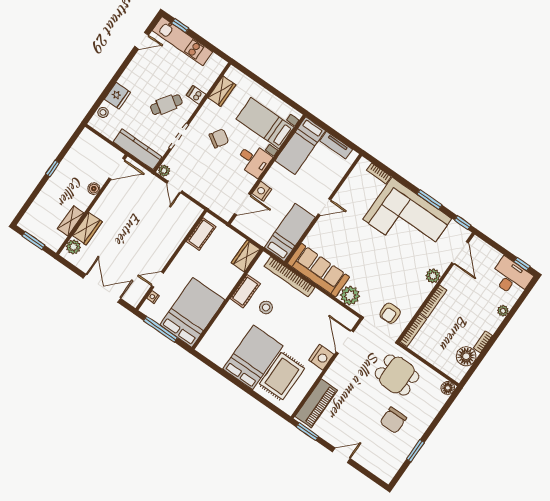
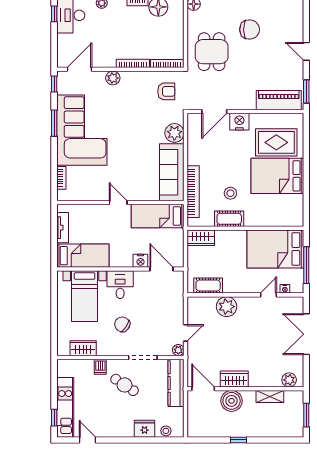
boiler: (94, 189) -> (232, 401), width x1.86, depth x1.86
wardrobe: (87, 229) -> (234, 379), moved
plant: (172, 237) -> (227, 307), added
door: (158, 280) -> (268, 295), swing flipped

